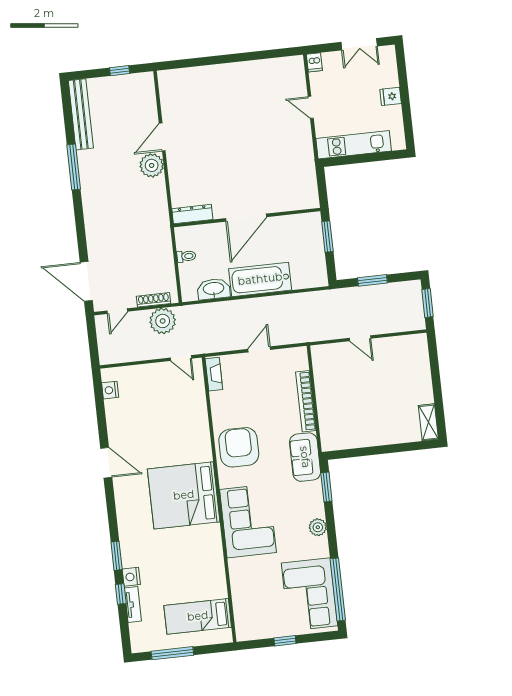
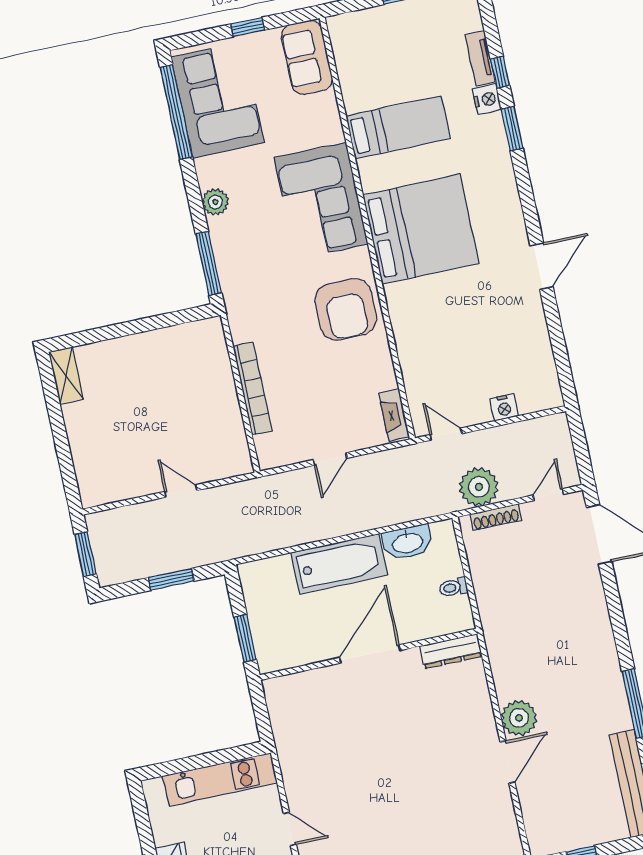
nightstand: (110, 390) -> (504, 407), moved, turned 90
sofa: (305, 457) -> (307, 57), moved, turned 180
door: (106, 463) -> (542, 266), swing flipped
window: (326, 487) -> (209, 263), width x1.44
bed: (198, 616) -> (398, 127), moved

